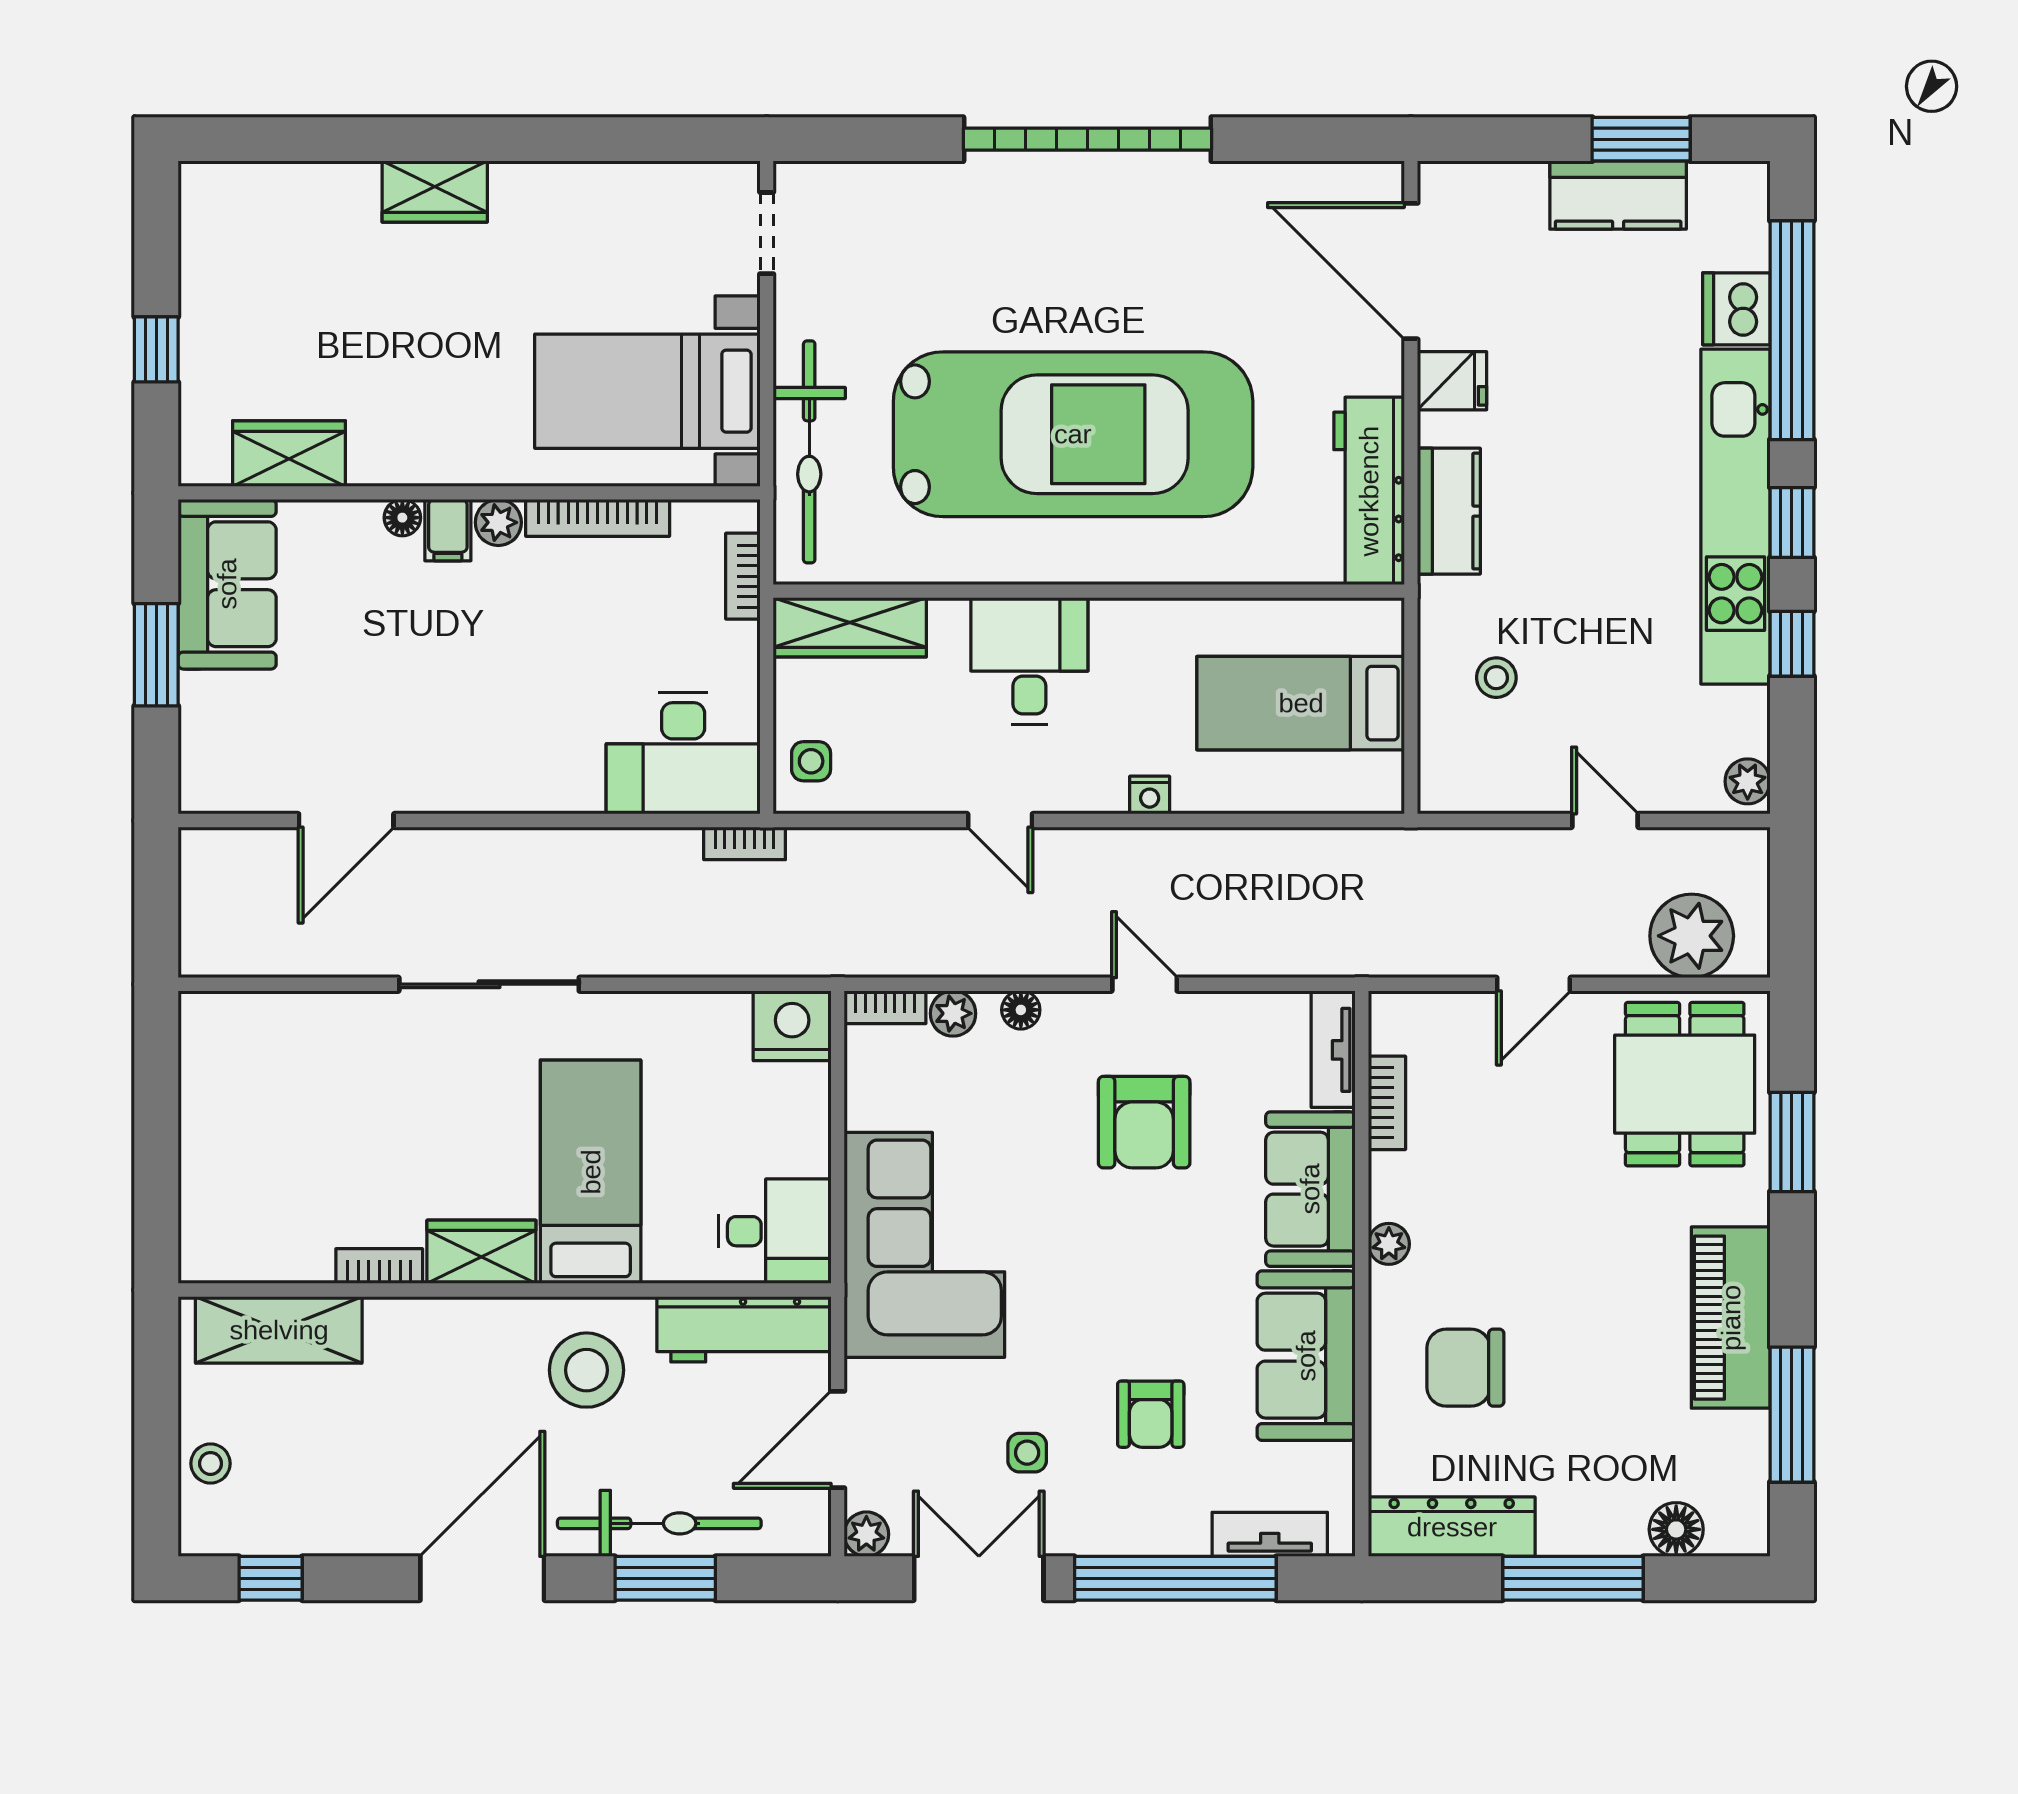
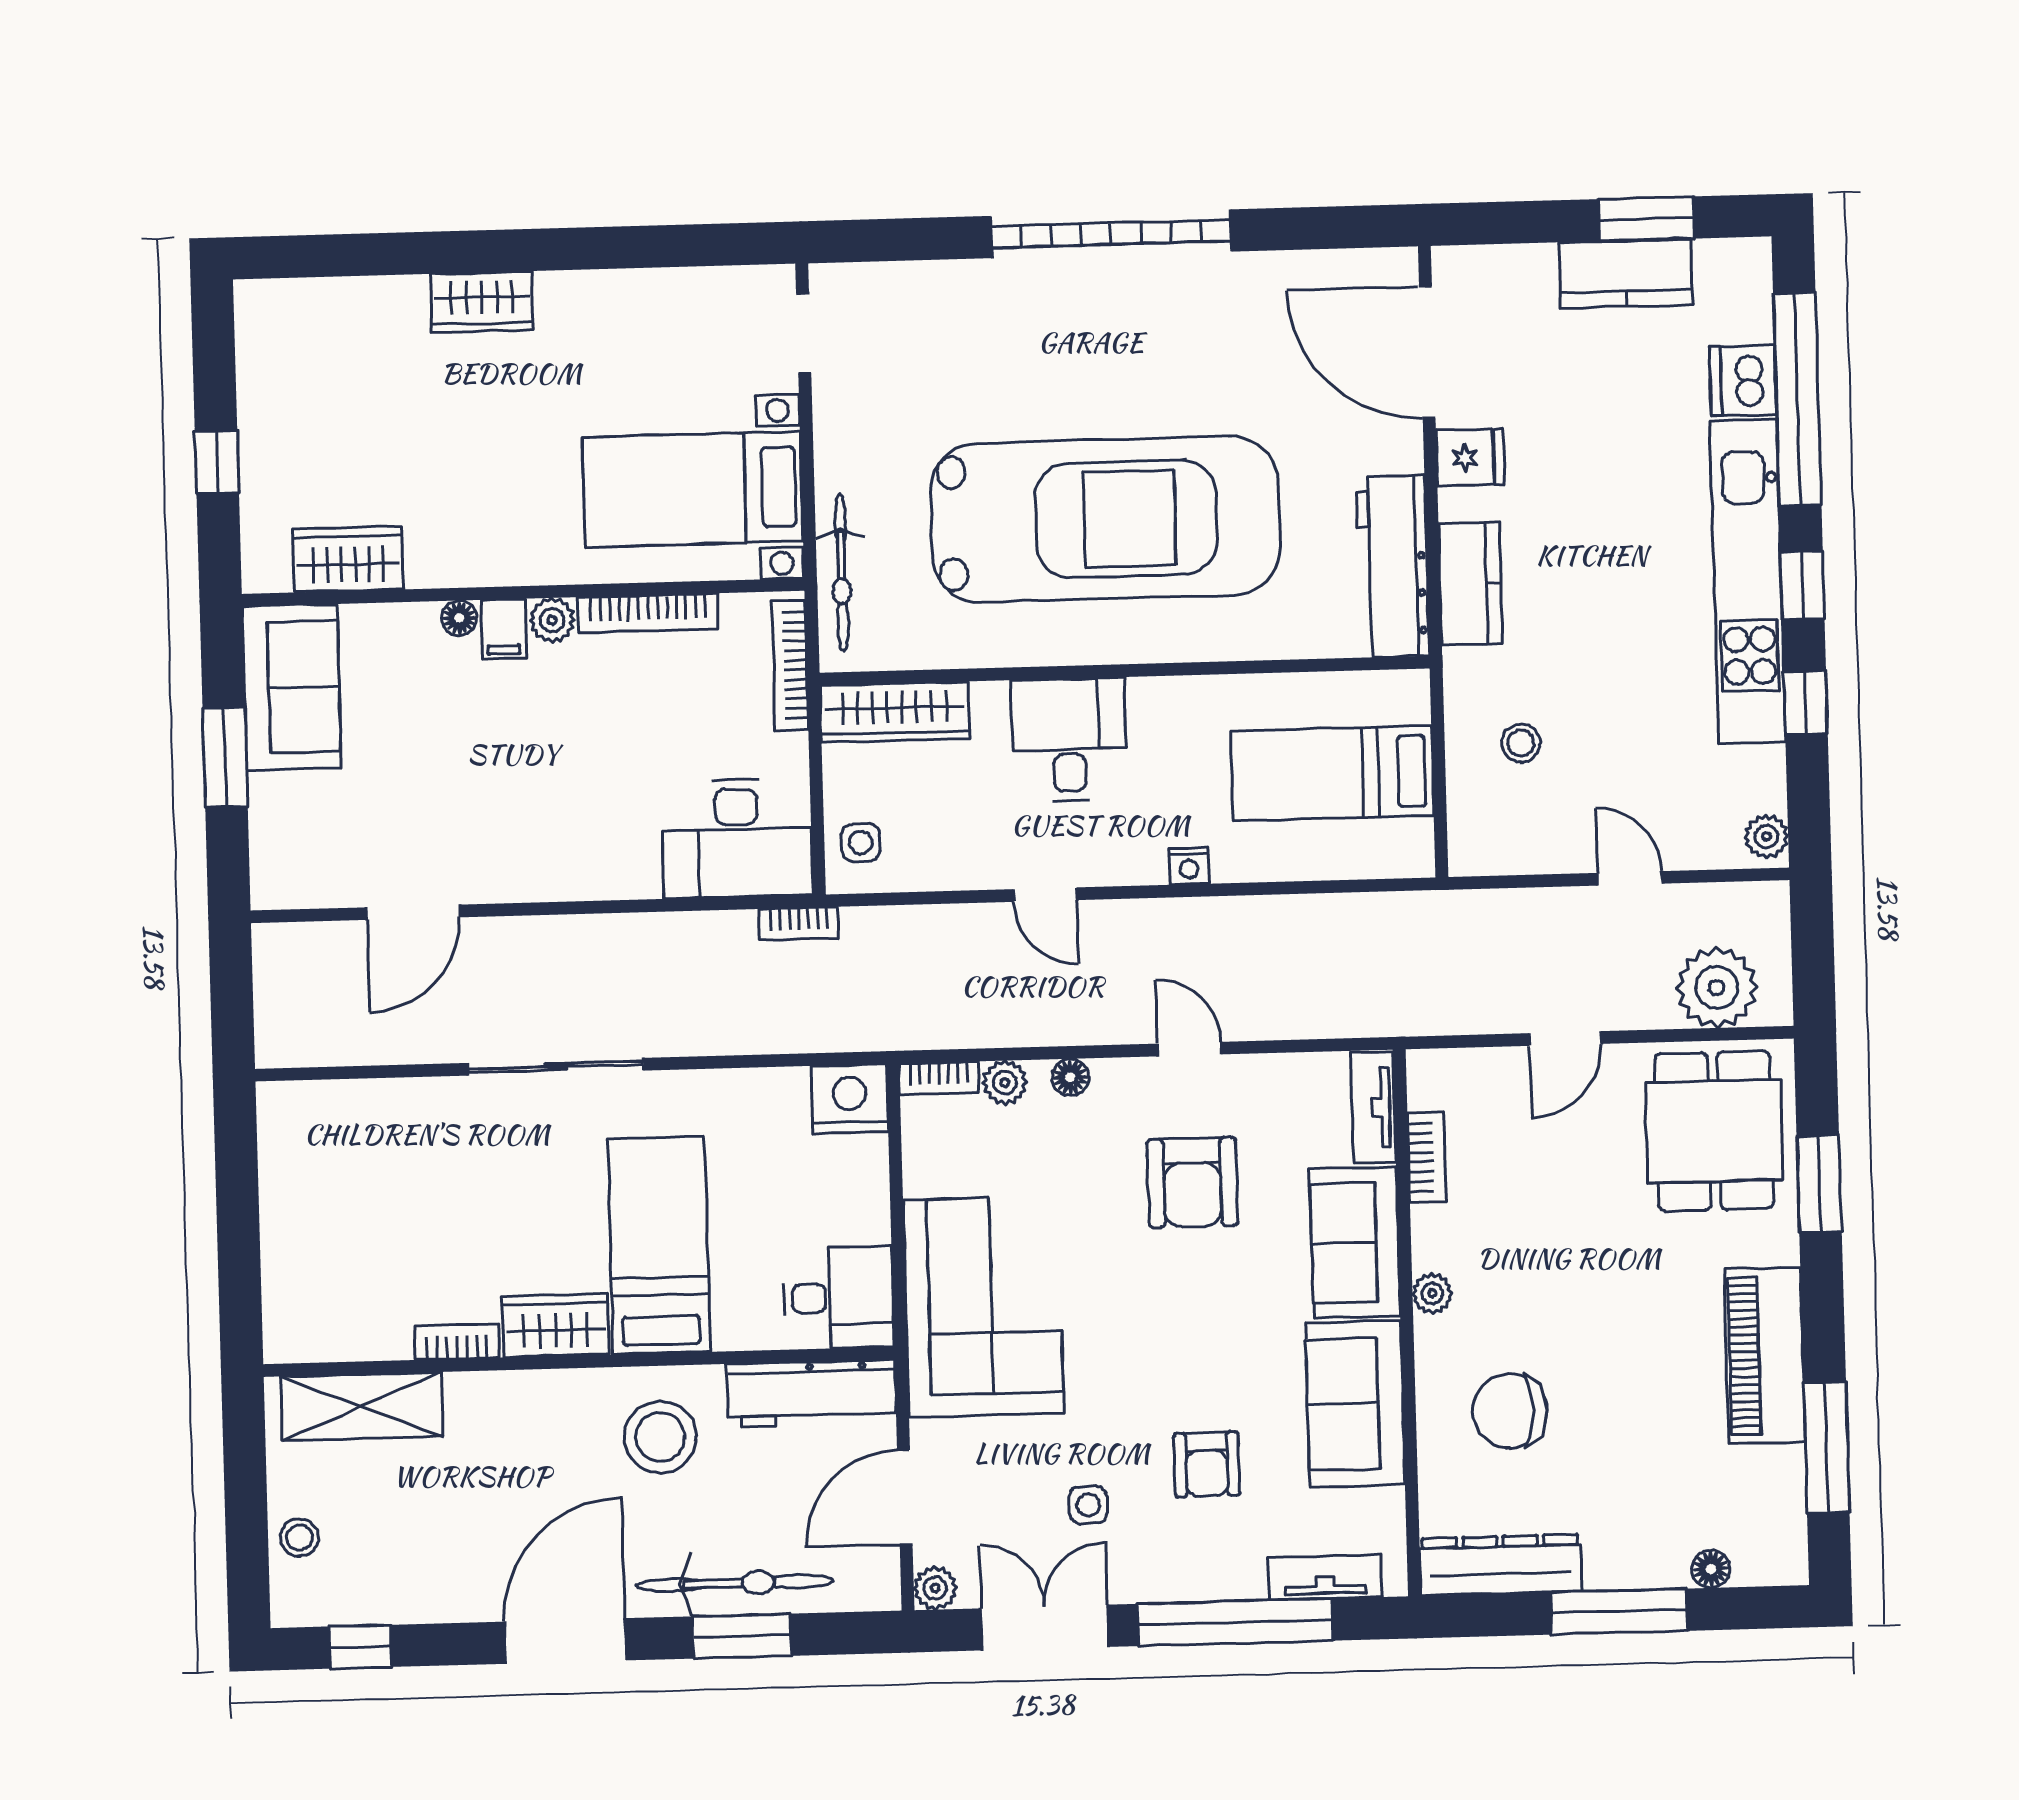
bicycle: (809, 452) -> (842, 573), width x0.73, depth x0.71
bookcase: (743, 576) -> (790, 665), width x1.56
floor lamp: (1676, 1529) -> (1711, 1569), width x0.73, depth x0.73

